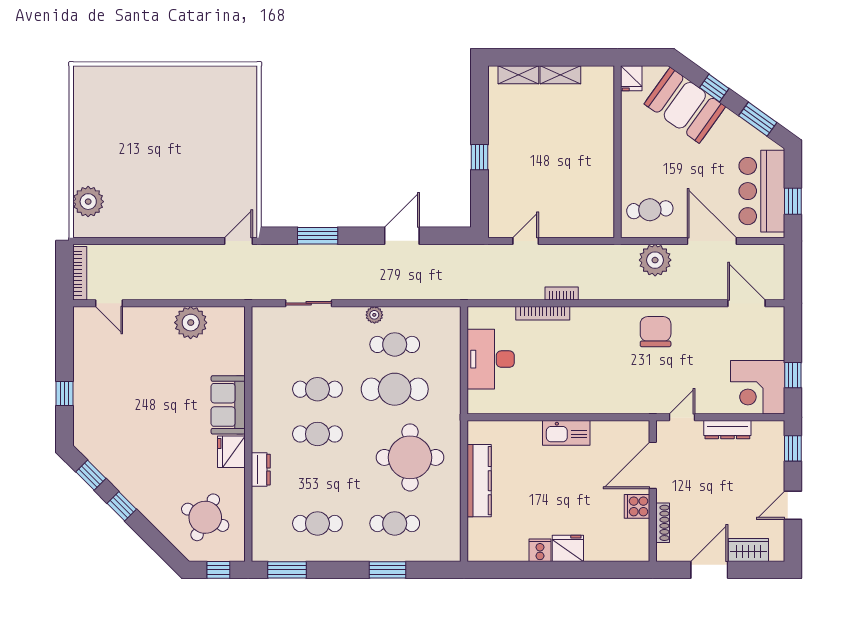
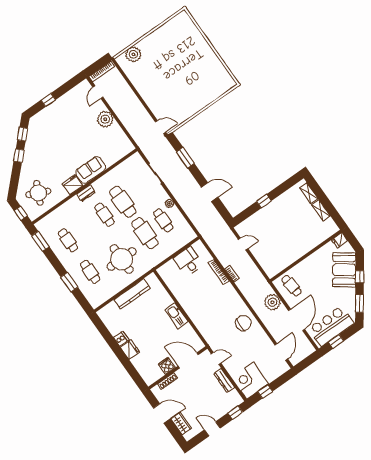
plant: (191, 323) -> (105, 119), moved
desk: (491, 359) -> (188, 261), width x0.73
cafe table: (317, 389) -> (123, 202), width x1.37, depth x1.35
dresser: (261, 470) -> (86, 193), moved

